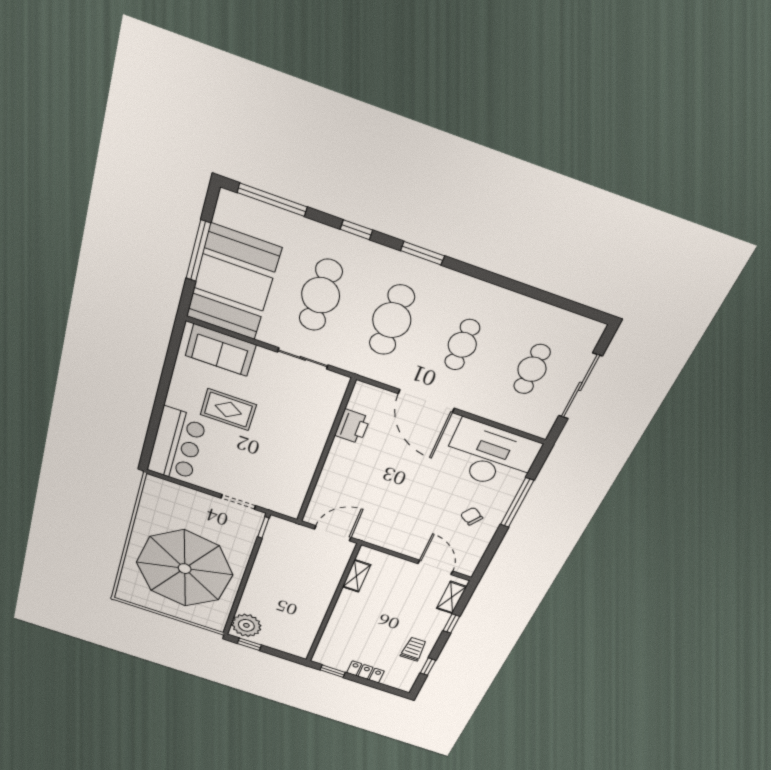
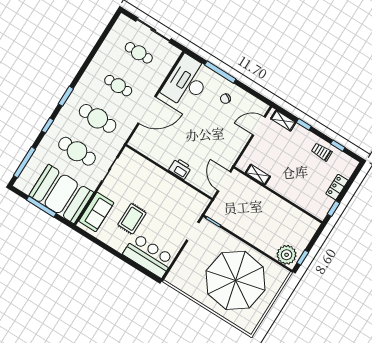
printer: (352, 426) -> (180, 169), moved

